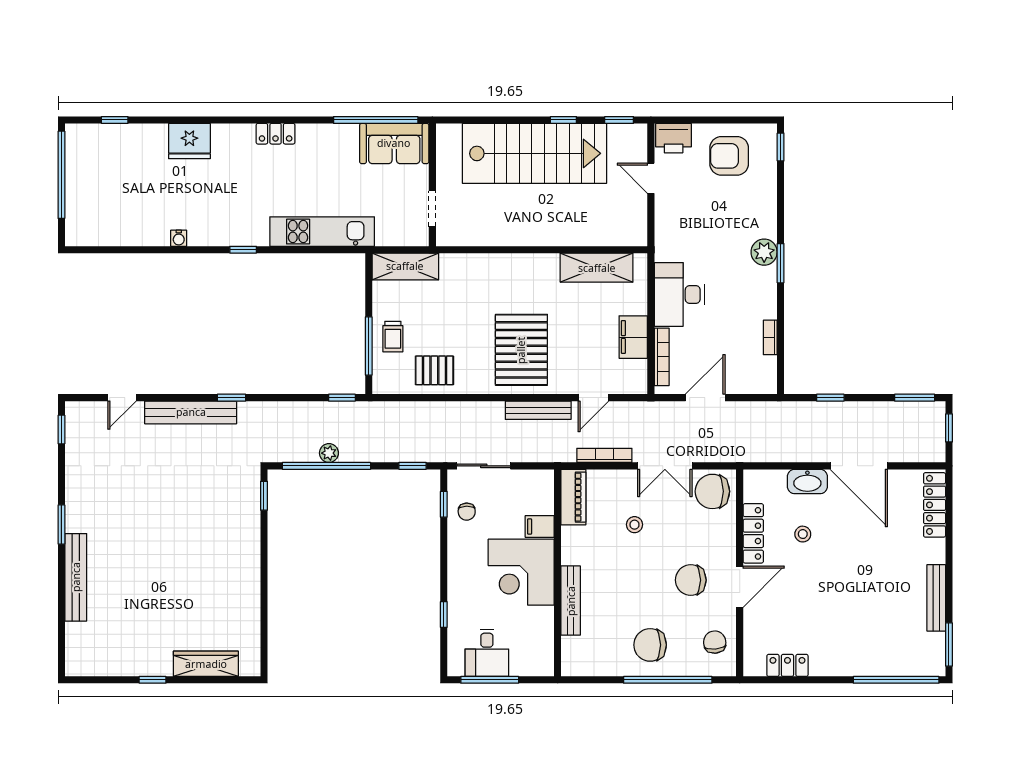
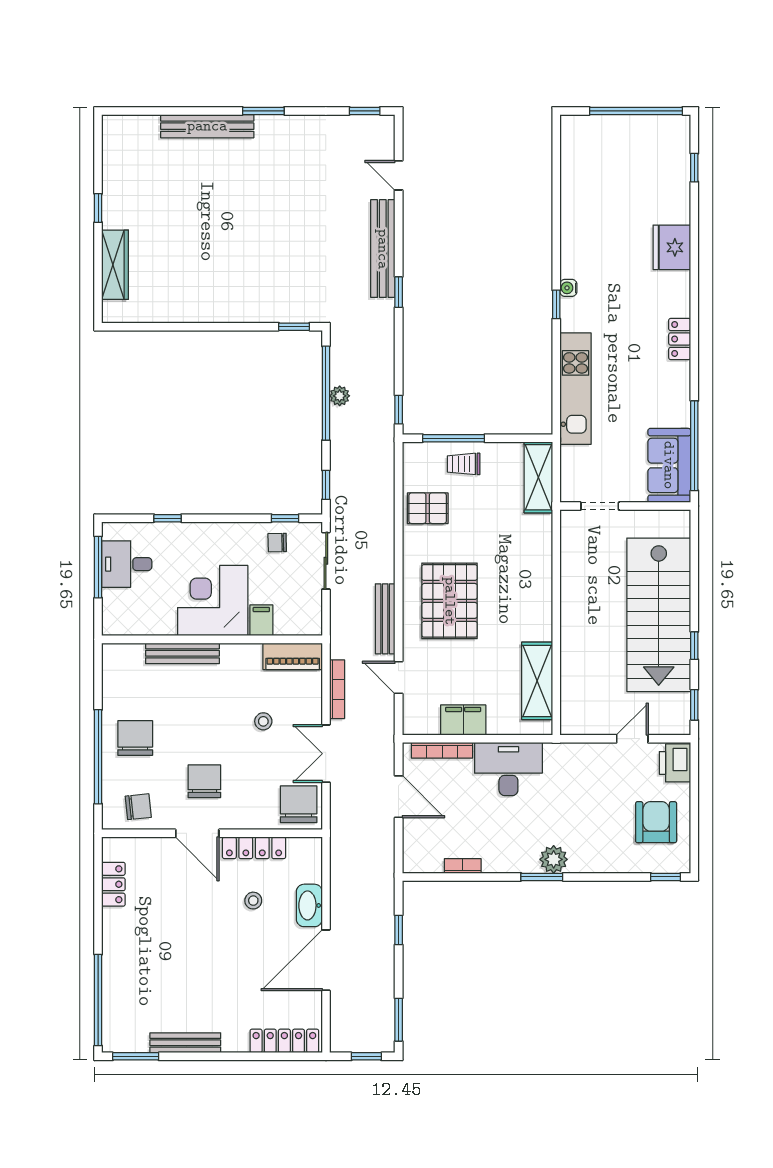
water cooler: (179, 238) -> (568, 288), moved
pallet: (521, 350) -> (450, 601), turned 90
pallet: (434, 370) -> (428, 508), turned 90

